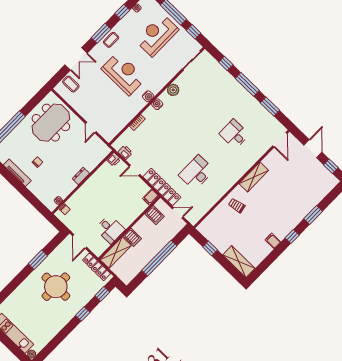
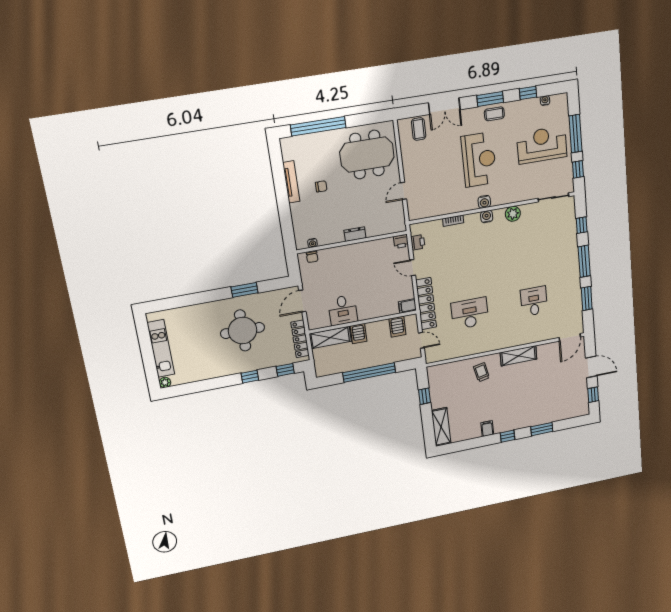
door: (313, 149) -> (591, 367), hinge flipped

